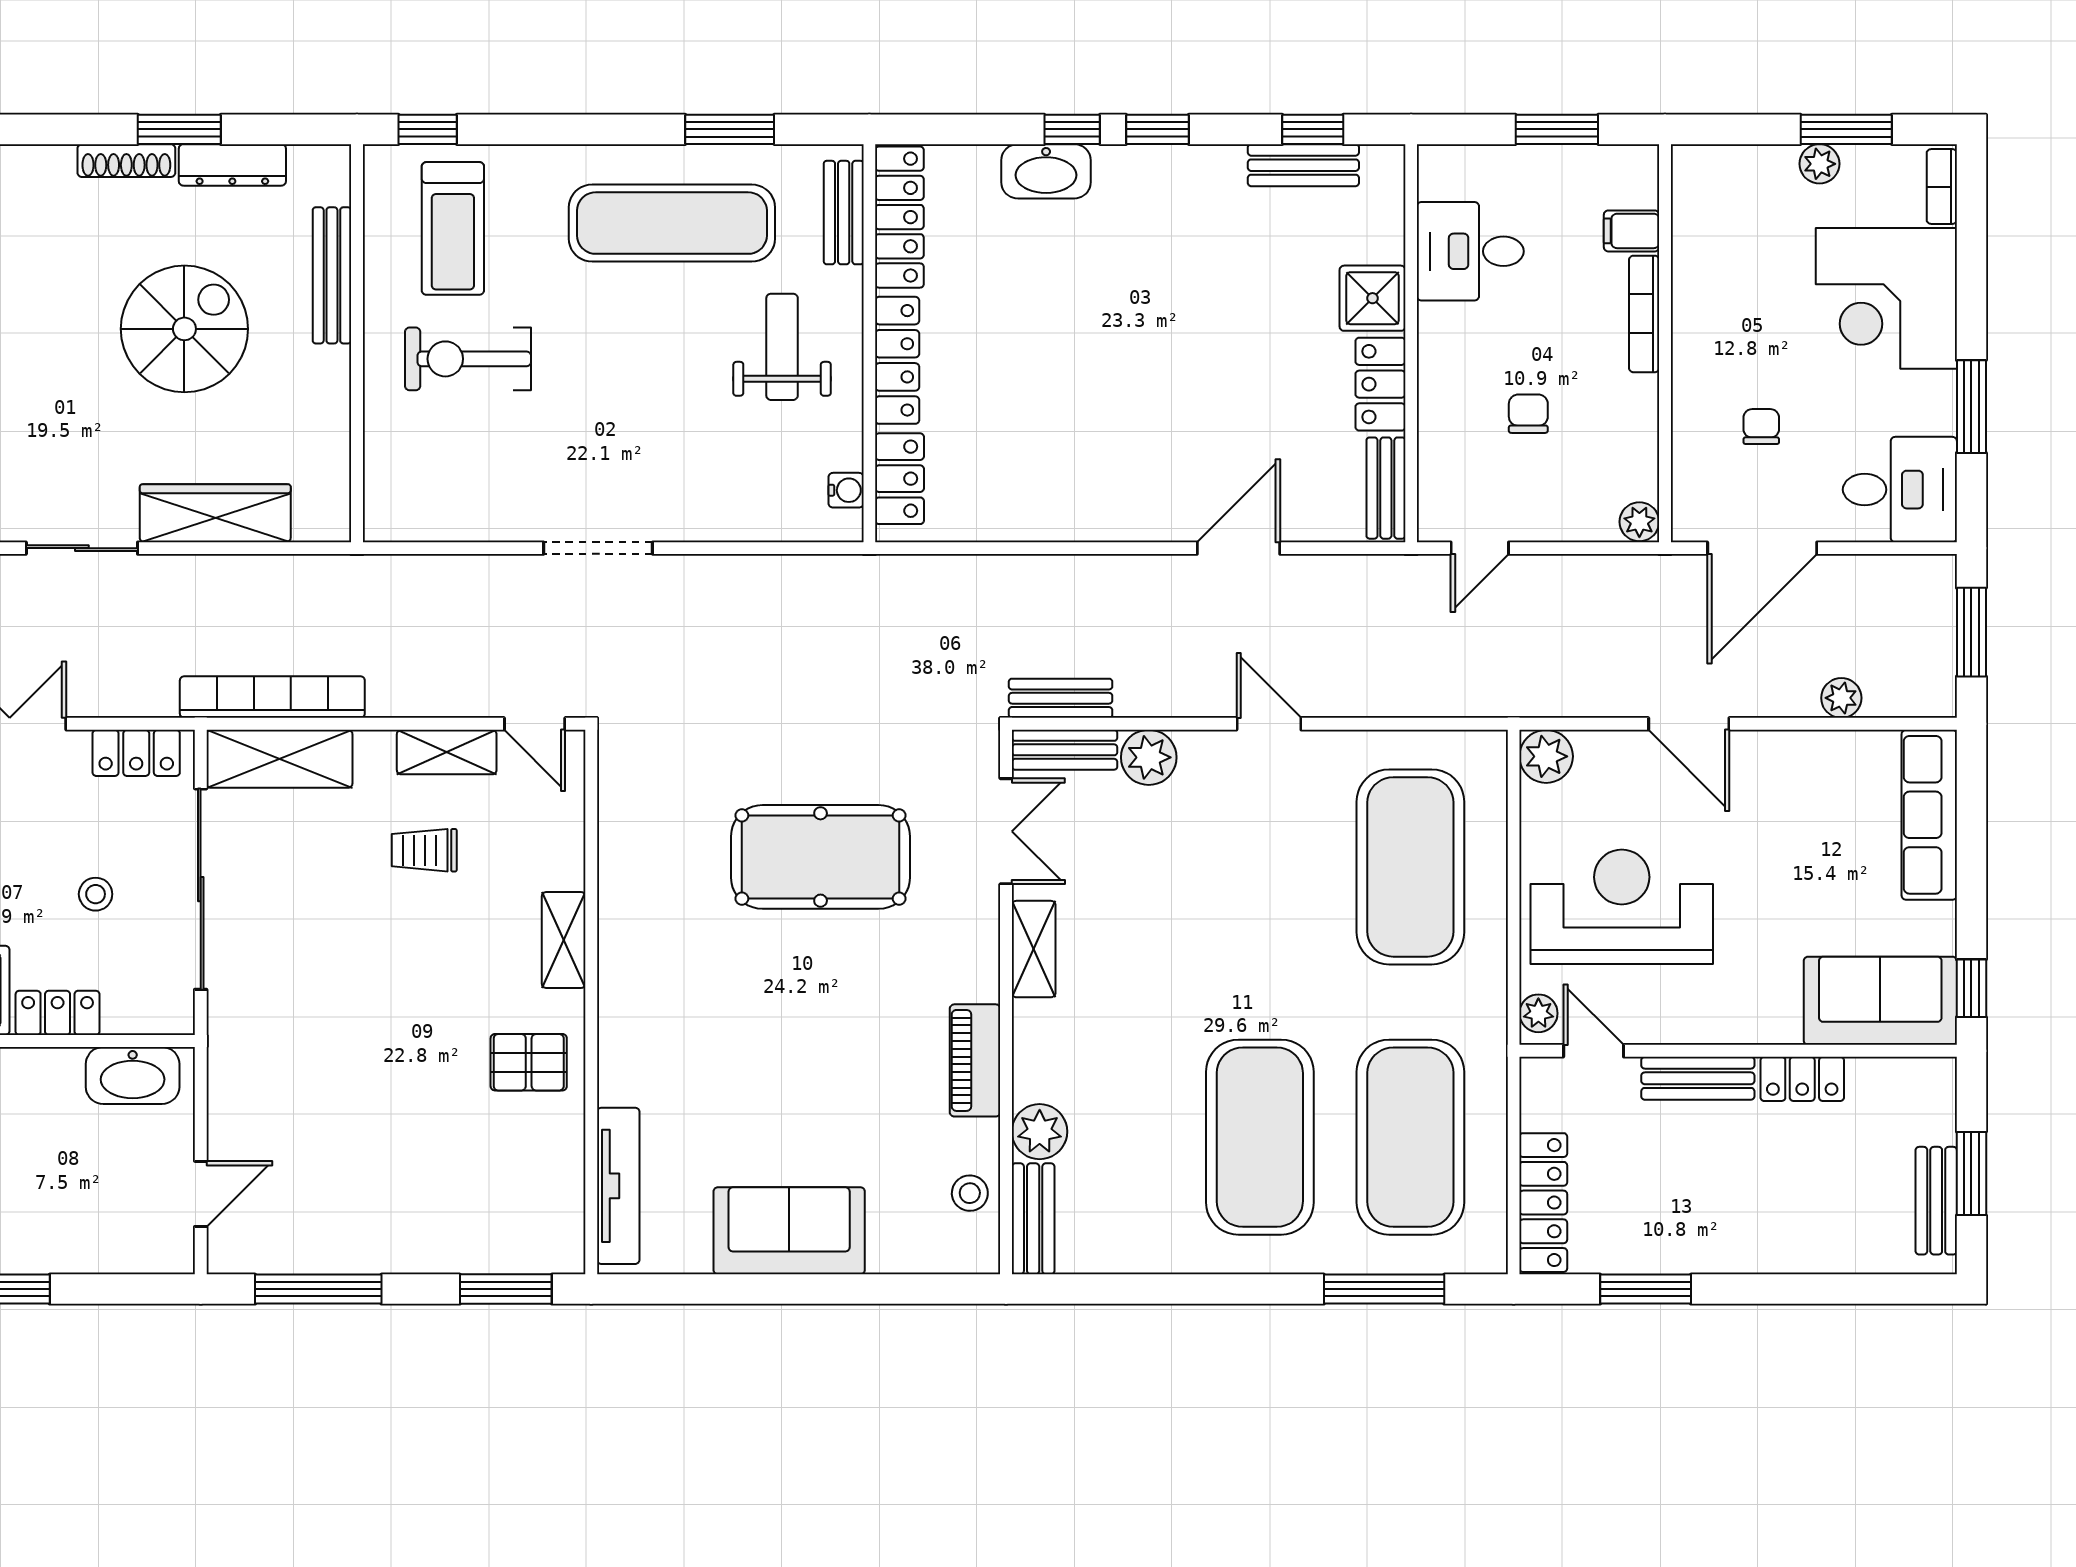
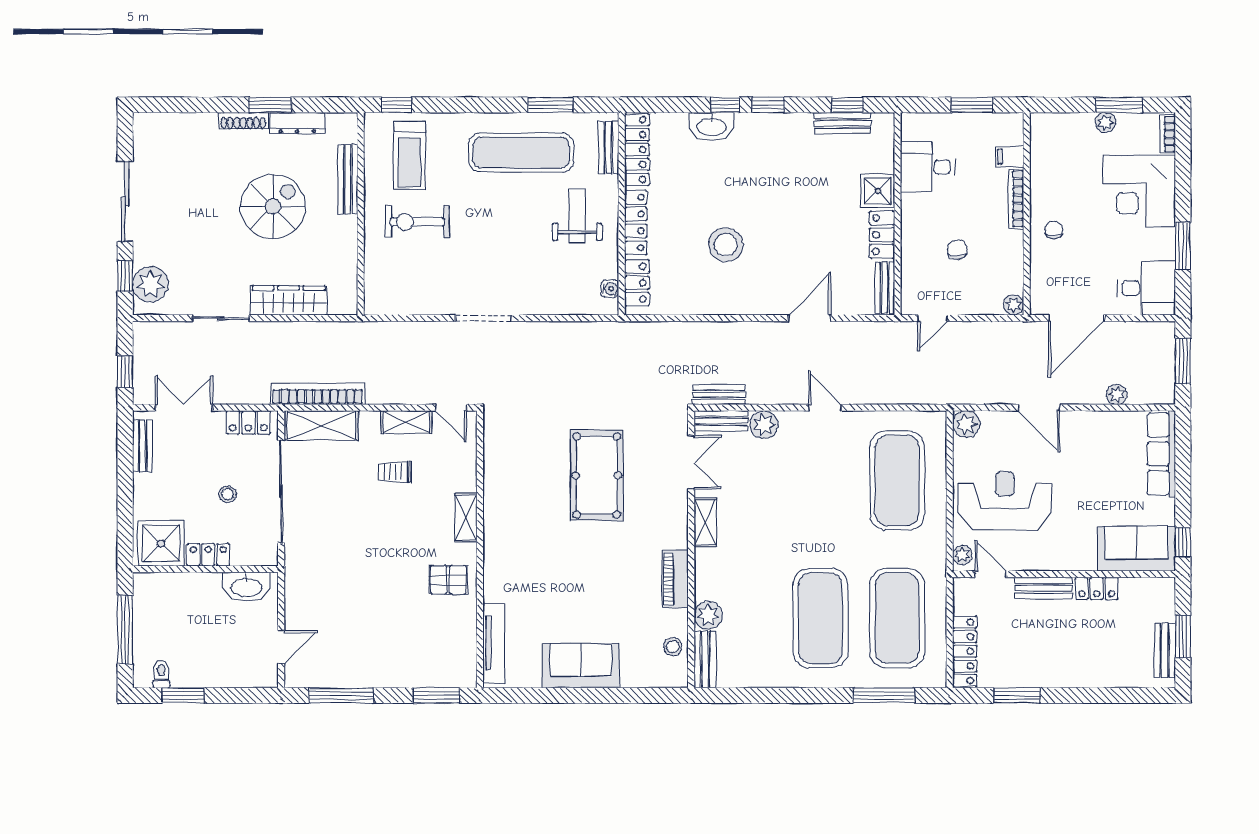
stool: (1074, 404) -> (726, 245), added
chair: (1761, 427) -> (1054, 230), moved
pool table: (821, 857) -> (597, 475), turned 90

